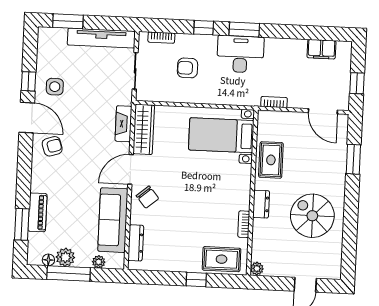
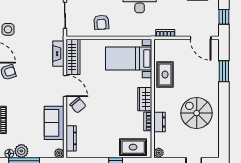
armchair: (188, 68) -> (101, 22), moved, turned -94
door: (131, 169) -> (65, 86), swing flipped
wardrobe: (241, 193) -> (145, 99), added
dresser: (261, 204) -> (160, 122), moved
sofa: (113, 220) -> (54, 123), width x0.73
plant: (99, 262) -> (59, 153), moved

